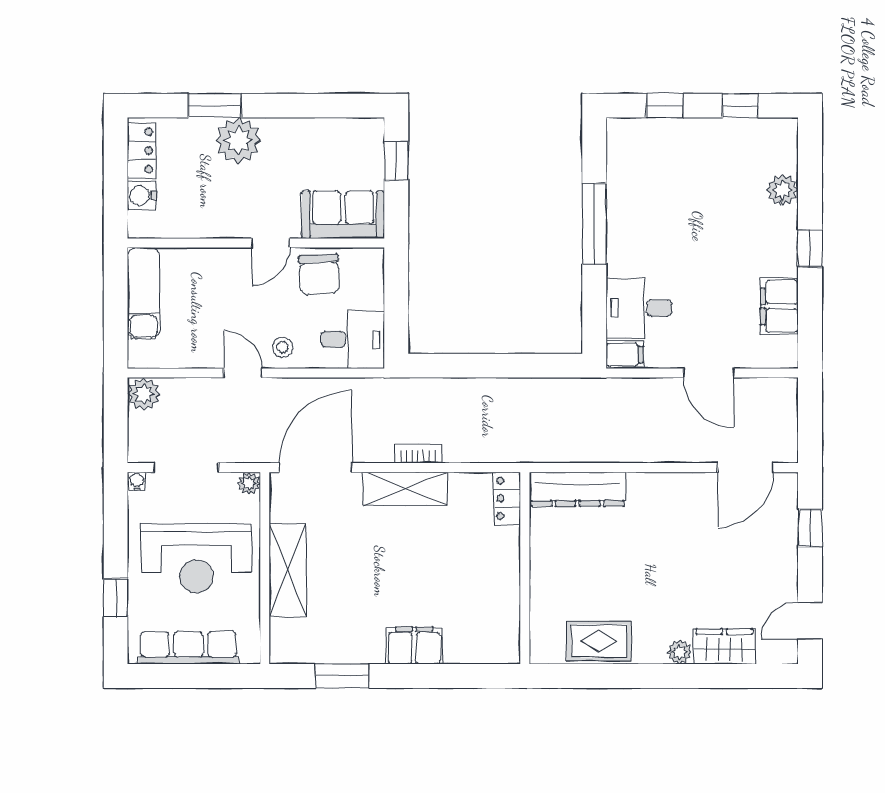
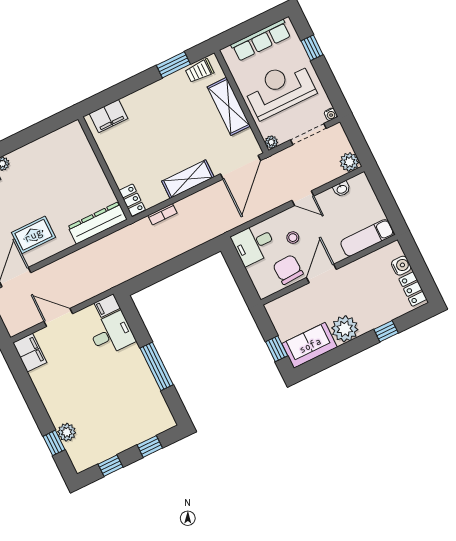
window: (214, 106) -> (386, 331), width x0.67
plant: (238, 140) -> (345, 329), moved
sofa: (343, 215) -> (310, 345), moved, turned 180
door: (271, 243) -> (321, 274), width x1.38
window: (810, 248) -> (54, 443), moved
exam couch: (143, 293) -> (367, 238), moved, turned 90
filing cabinet: (779, 306) -> (30, 353), moved
stool: (283, 347) -> (293, 238), moved
washbasin: (176, 358) -> (342, 189), added
bookcase: (418, 454) -> (162, 214), moved
rug: (599, 641) -> (33, 235), moved
filing cabinet: (414, 646) -> (108, 116), moved
trolley: (306, 647) -> (200, 71), added

